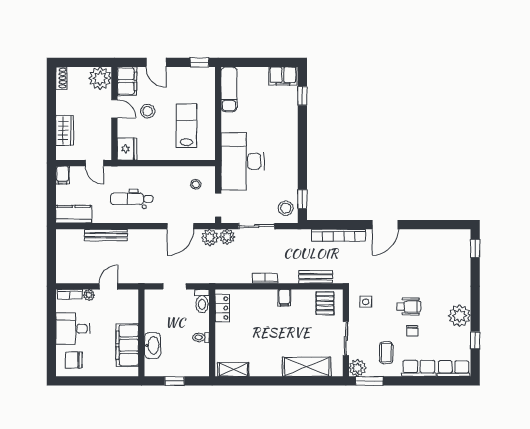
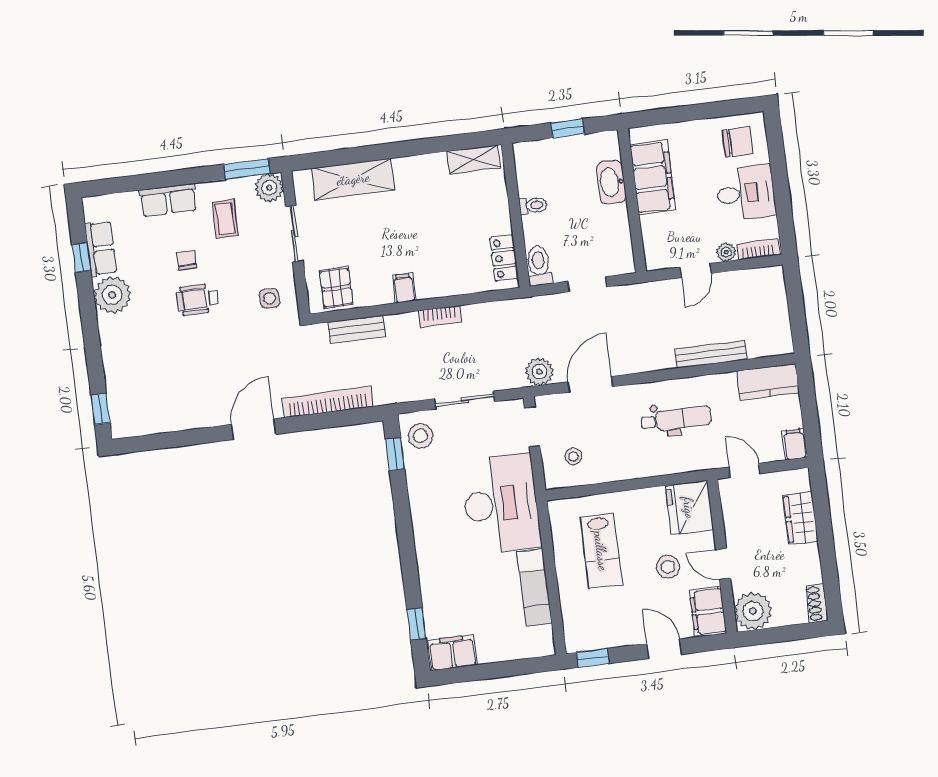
exam couch: (229, 89) -> (534, 587), moved
fridge: (127, 149) -> (689, 508), width x1.36, depth x1.34
plant: (227, 237) -> (511, 376), removed
row of seats: (453, 369) -> (101, 248), moved, turned -90

